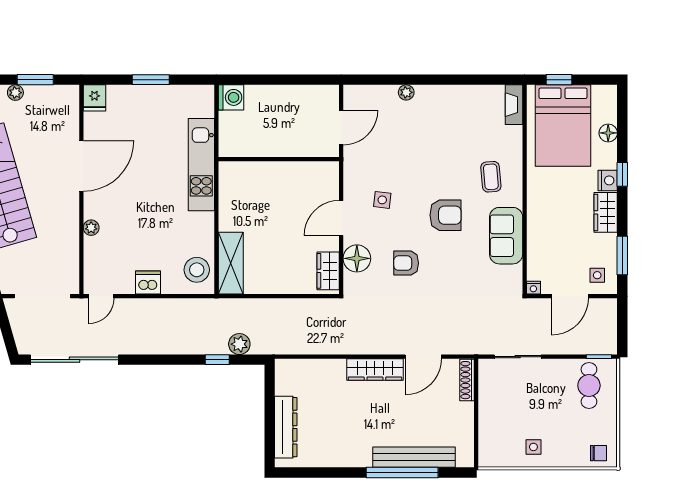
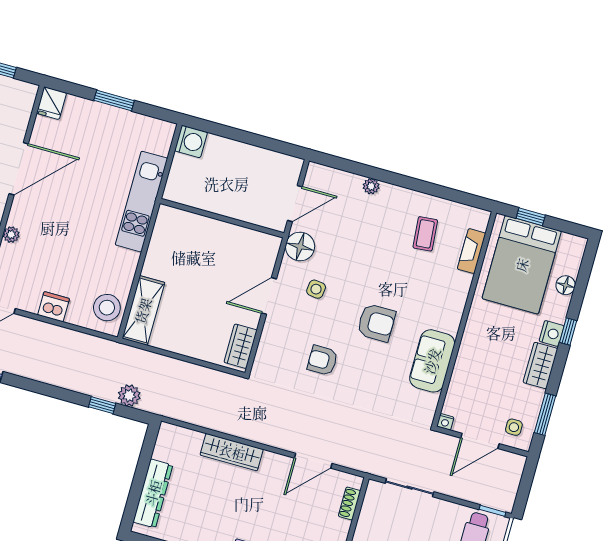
fireplace: (514, 105) -> (472, 251), moved
coffee table: (491, 177) -> (425, 234), moved
floor lamp: (357, 258) -> (300, 247), moved
wardrobe: (375, 370) -> (232, 452), moved
shoe rack: (467, 380) -> (349, 503), width x0.70

